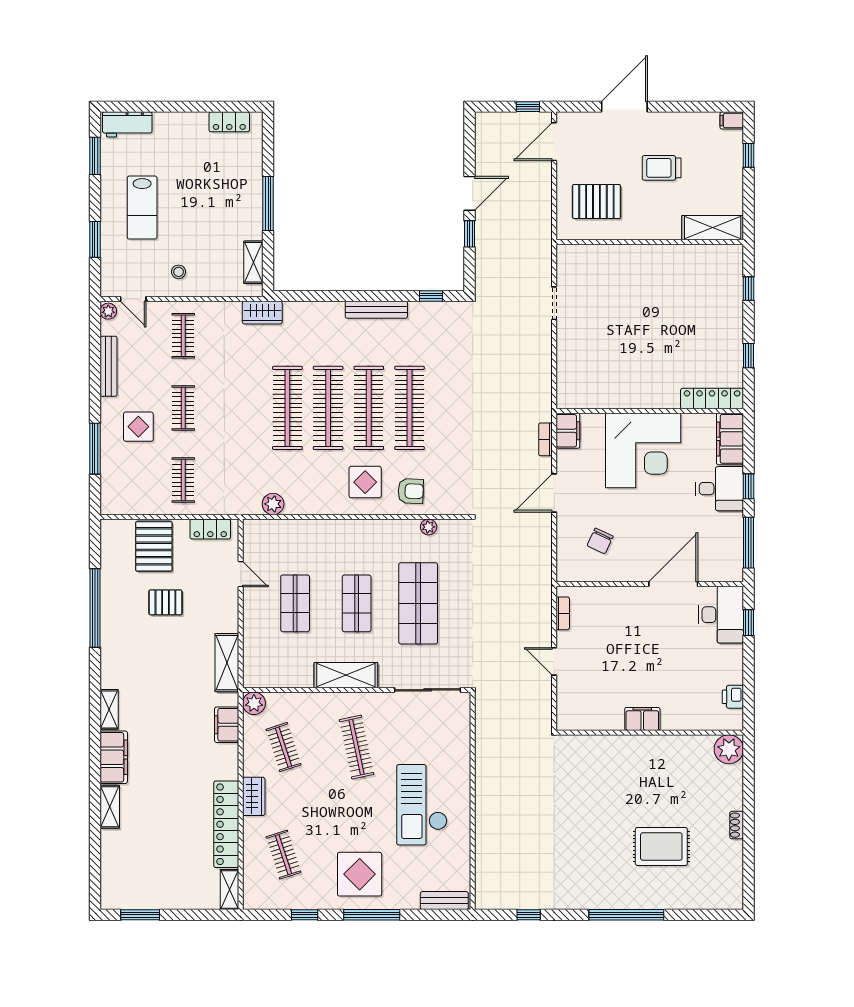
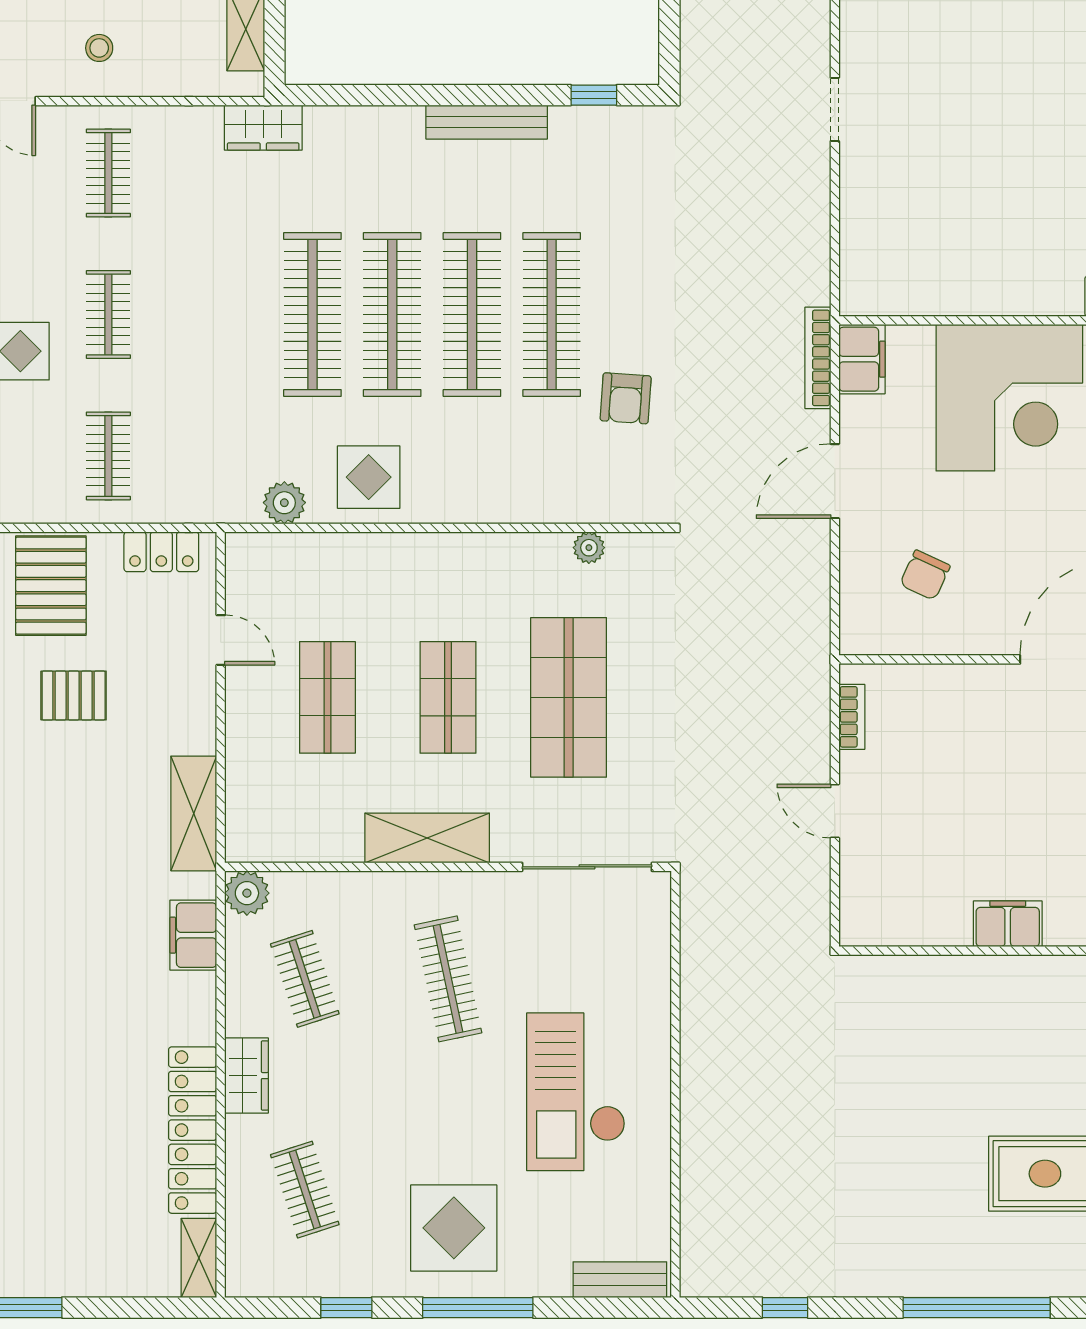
bookcase: (545, 439) -> (818, 358), width x1.56
display table: (365, 482) -> (369, 477), moved
armchair: (411, 491) -> (626, 398), moved, turned 92

